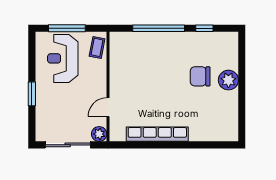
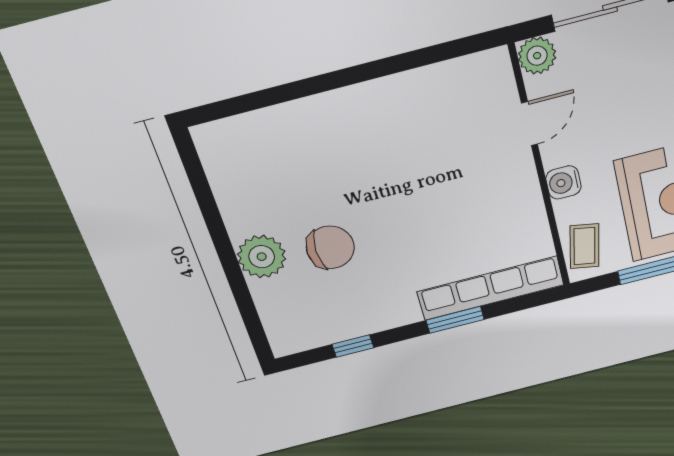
window: (159, 28) -> (455, 320), width x0.47
water cooler: (100, 79) -> (563, 182), added
row of seats: (157, 134) -> (490, 288), moved, turned 180

